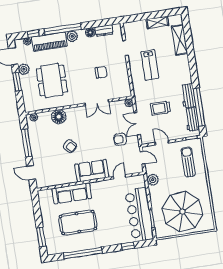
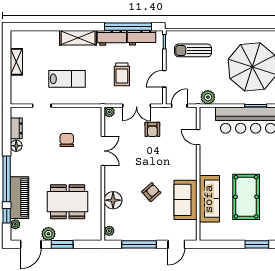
plant: (72, 36) -> (17, 169), removed
shelving: (180, 40) -> (78, 38), moved
sofa: (92, 171) -> (185, 200), moved

